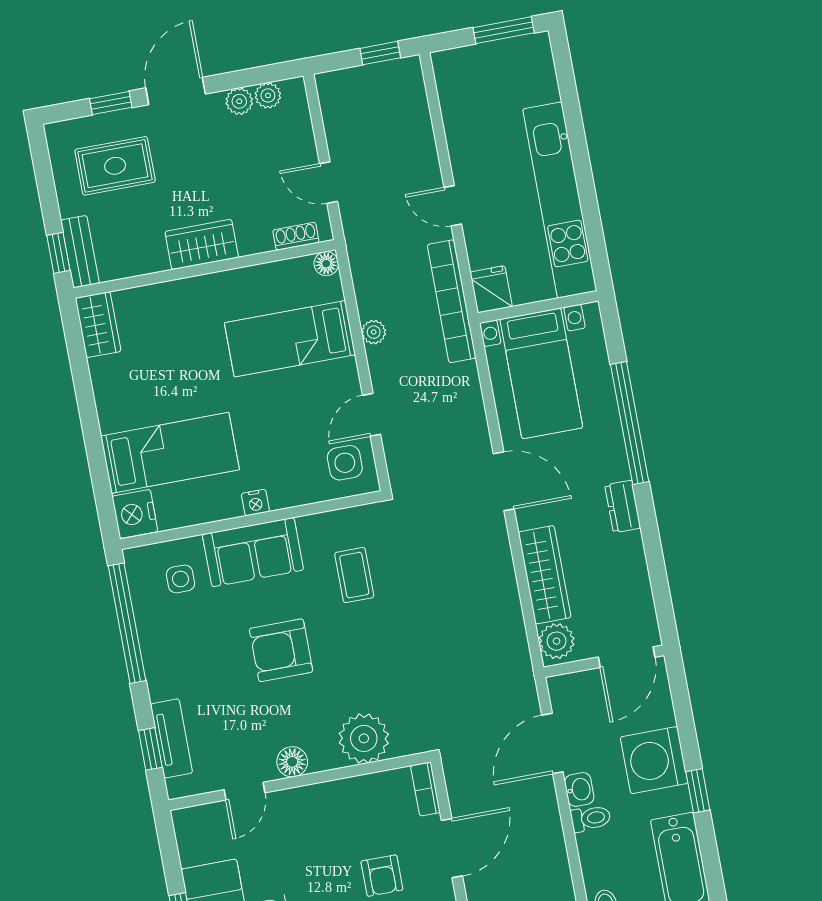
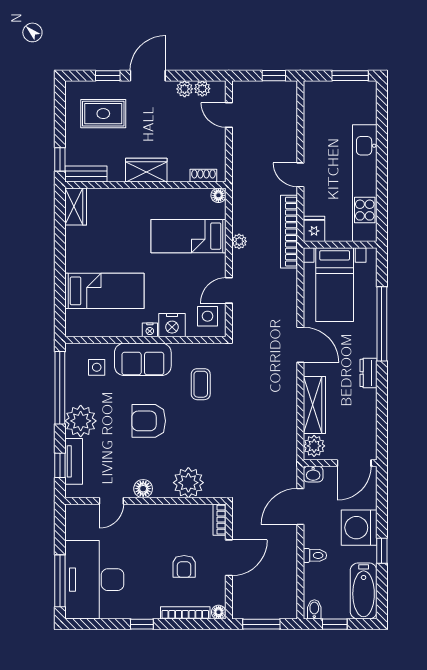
door: (329, 183) -> (229, 115), moved
bench: (80, 252) -> (86, 174), moved, turned 90
nightstand: (135, 514) -> (172, 325), moved, turned -90
plant: (171, 671) -> (81, 421), added
washbasin: (579, 789) -> (313, 474), moved, turned 90

